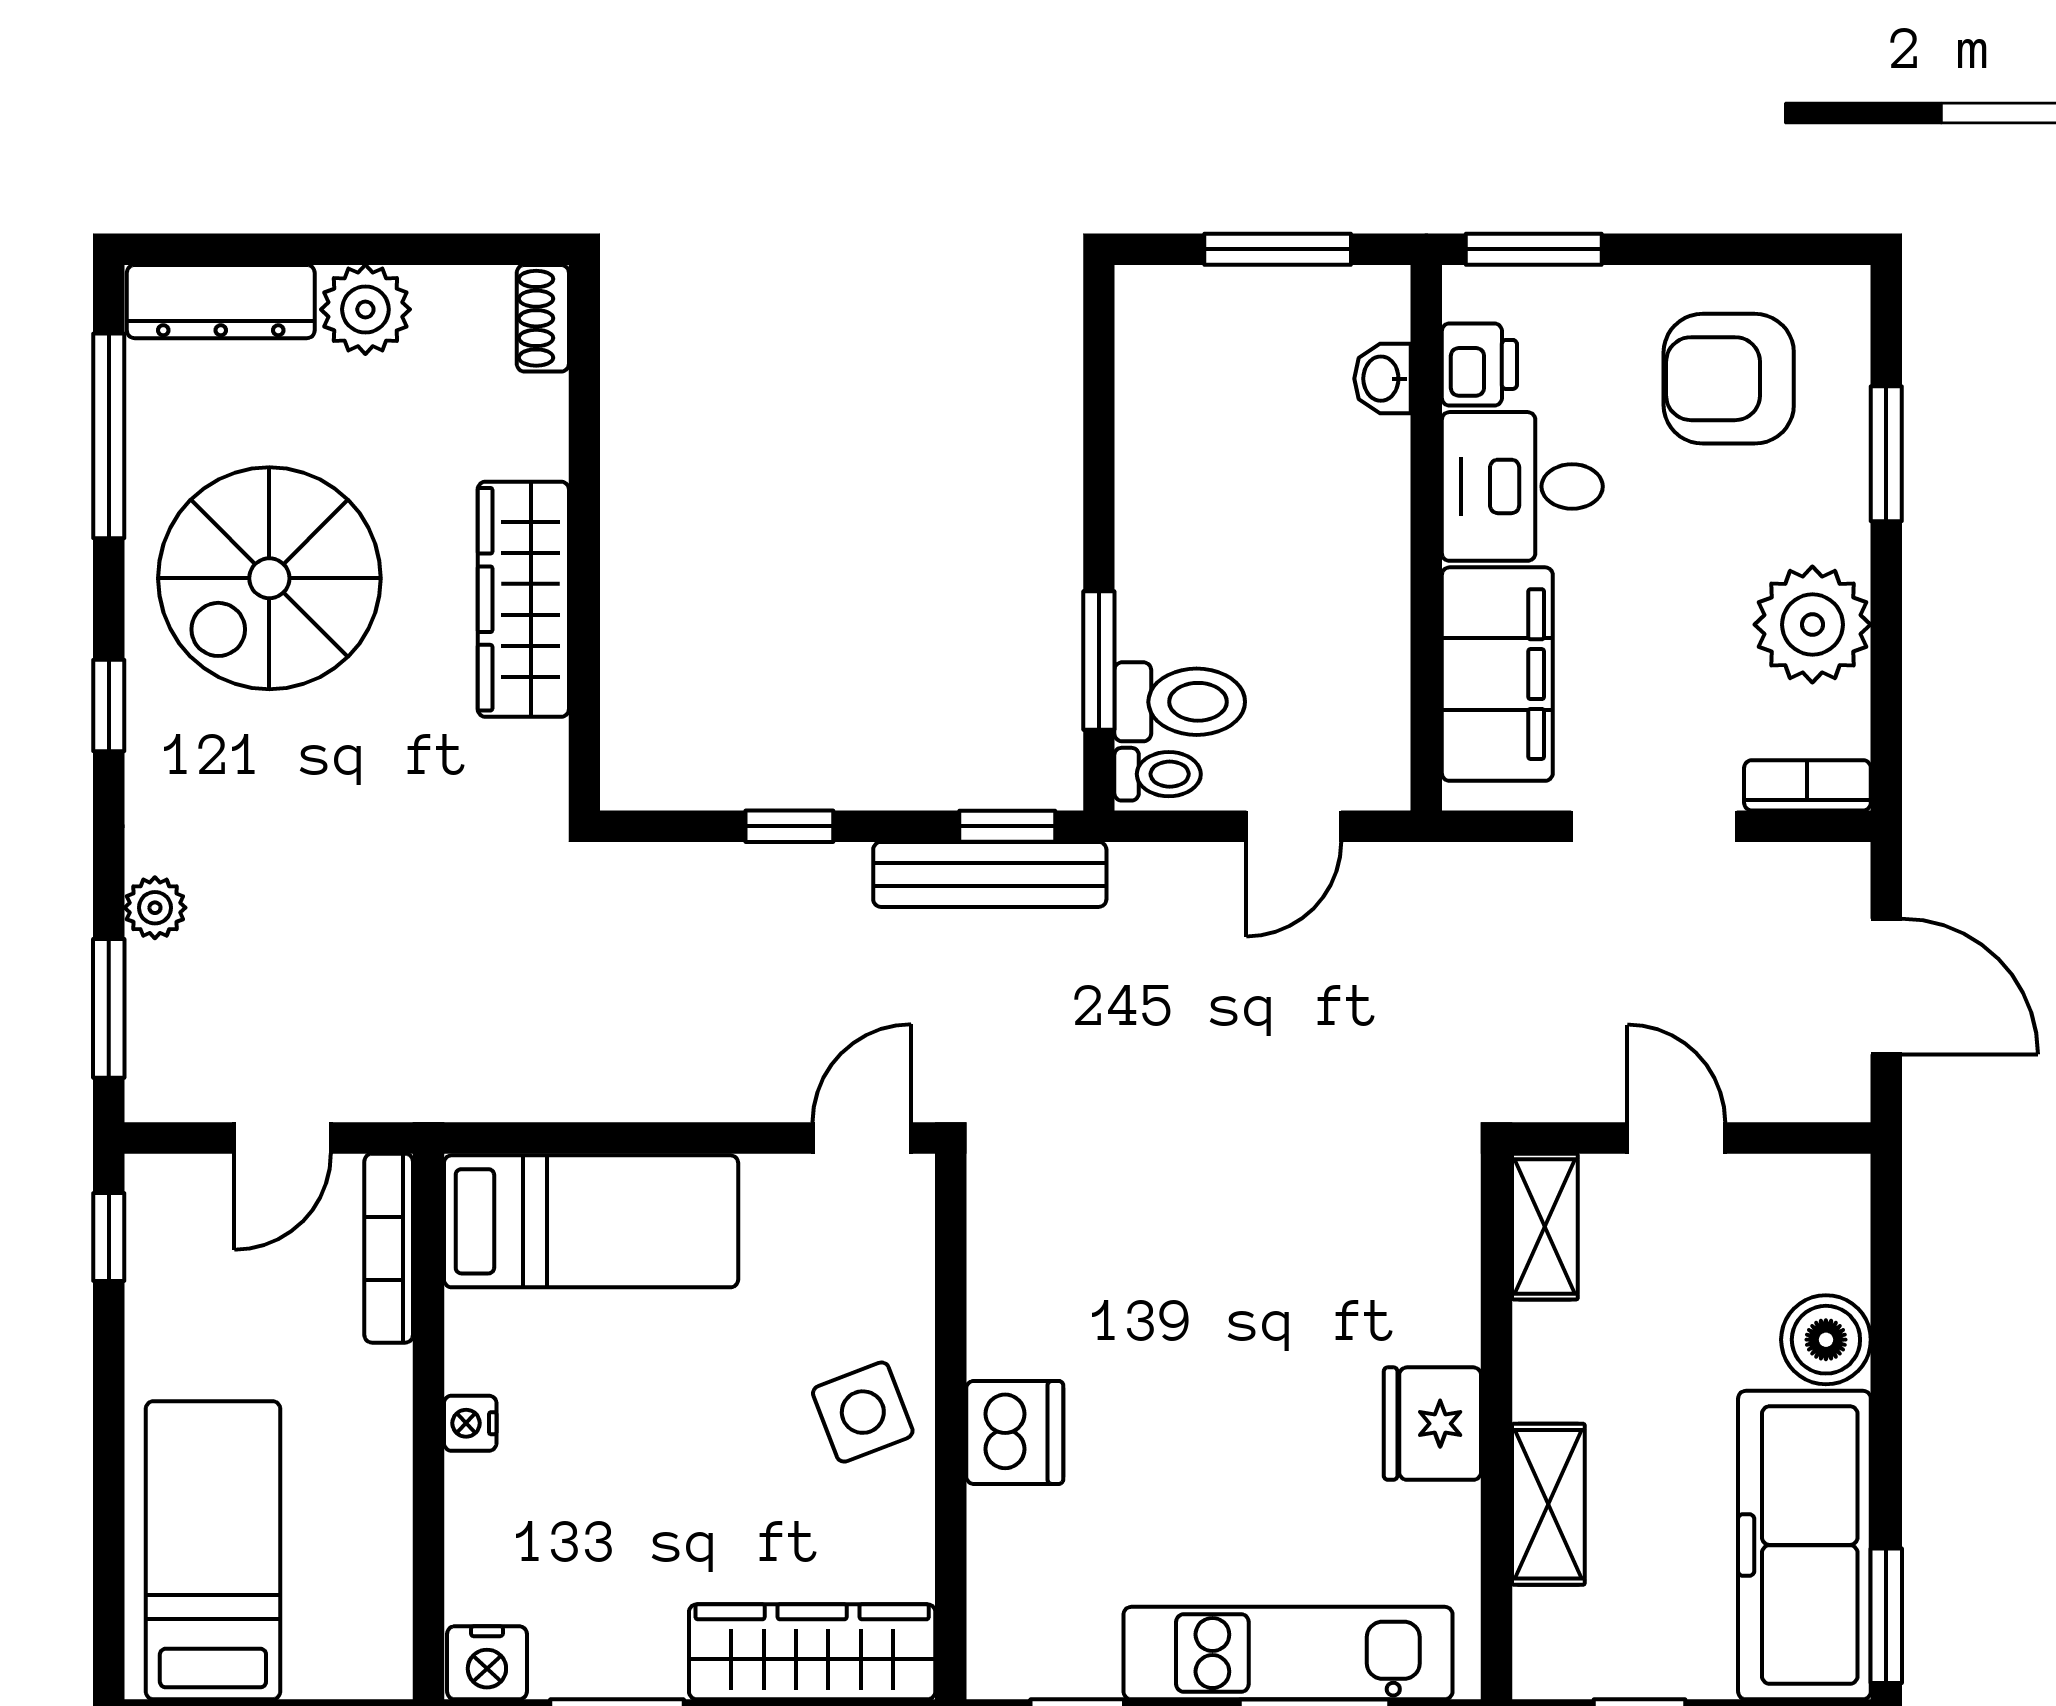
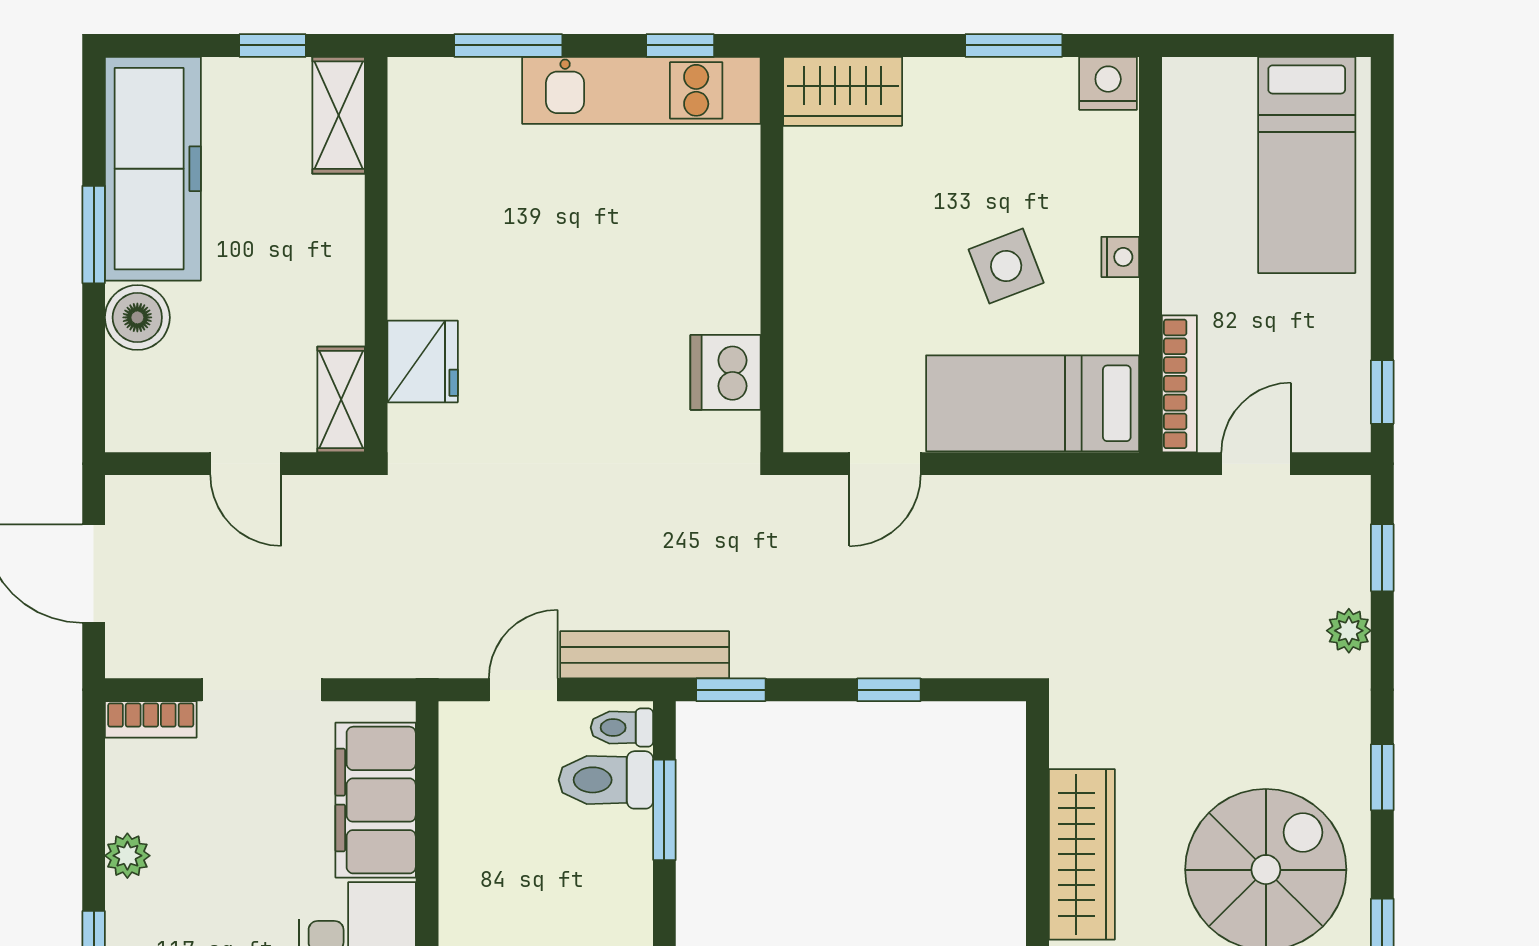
plant: (1812, 625) -> (127, 856), width x0.53, depth x0.53
bench: (990, 874) -> (645, 655), moved
window: (109, 1008) -> (1382, 558), width x0.67
door: (862, 1138) -> (885, 464), moved
side table: (863, 1412) -> (1006, 266), moved
fridge: (1432, 1424) -> (423, 361), moved
dishwasher: (1015, 1432) -> (725, 372), moved
shelving: (1548, 1504) -> (339, 115), moved
window: (1886, 1616) -> (94, 235), moved
wardrobe: (812, 1652) -> (843, 91), width x0.67
kitchen unit: (1288, 1653) -> (641, 90), moved

